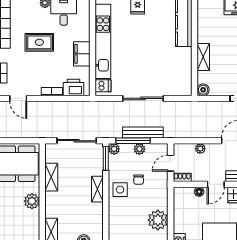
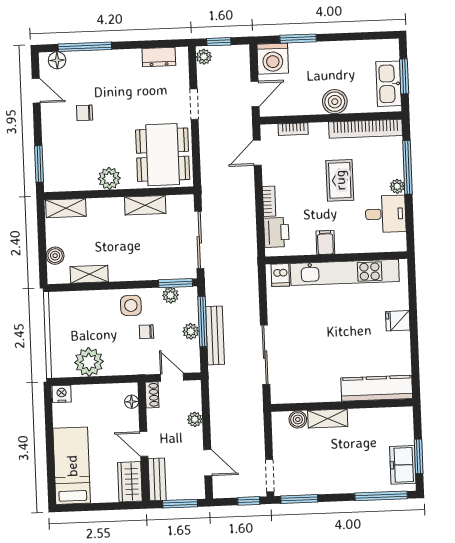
filing cabinet: (82, 54) -> (325, 242), width x0.50
boiler: (203, 90) -> (298, 419), moved
sliding door: (143, 98) -> (265, 355), moved
plant: (114, 149) -> (170, 295), moved
shelving: (97, 189) -> (89, 274), moved
floor lamp: (199, 192) -> (132, 402), moved

